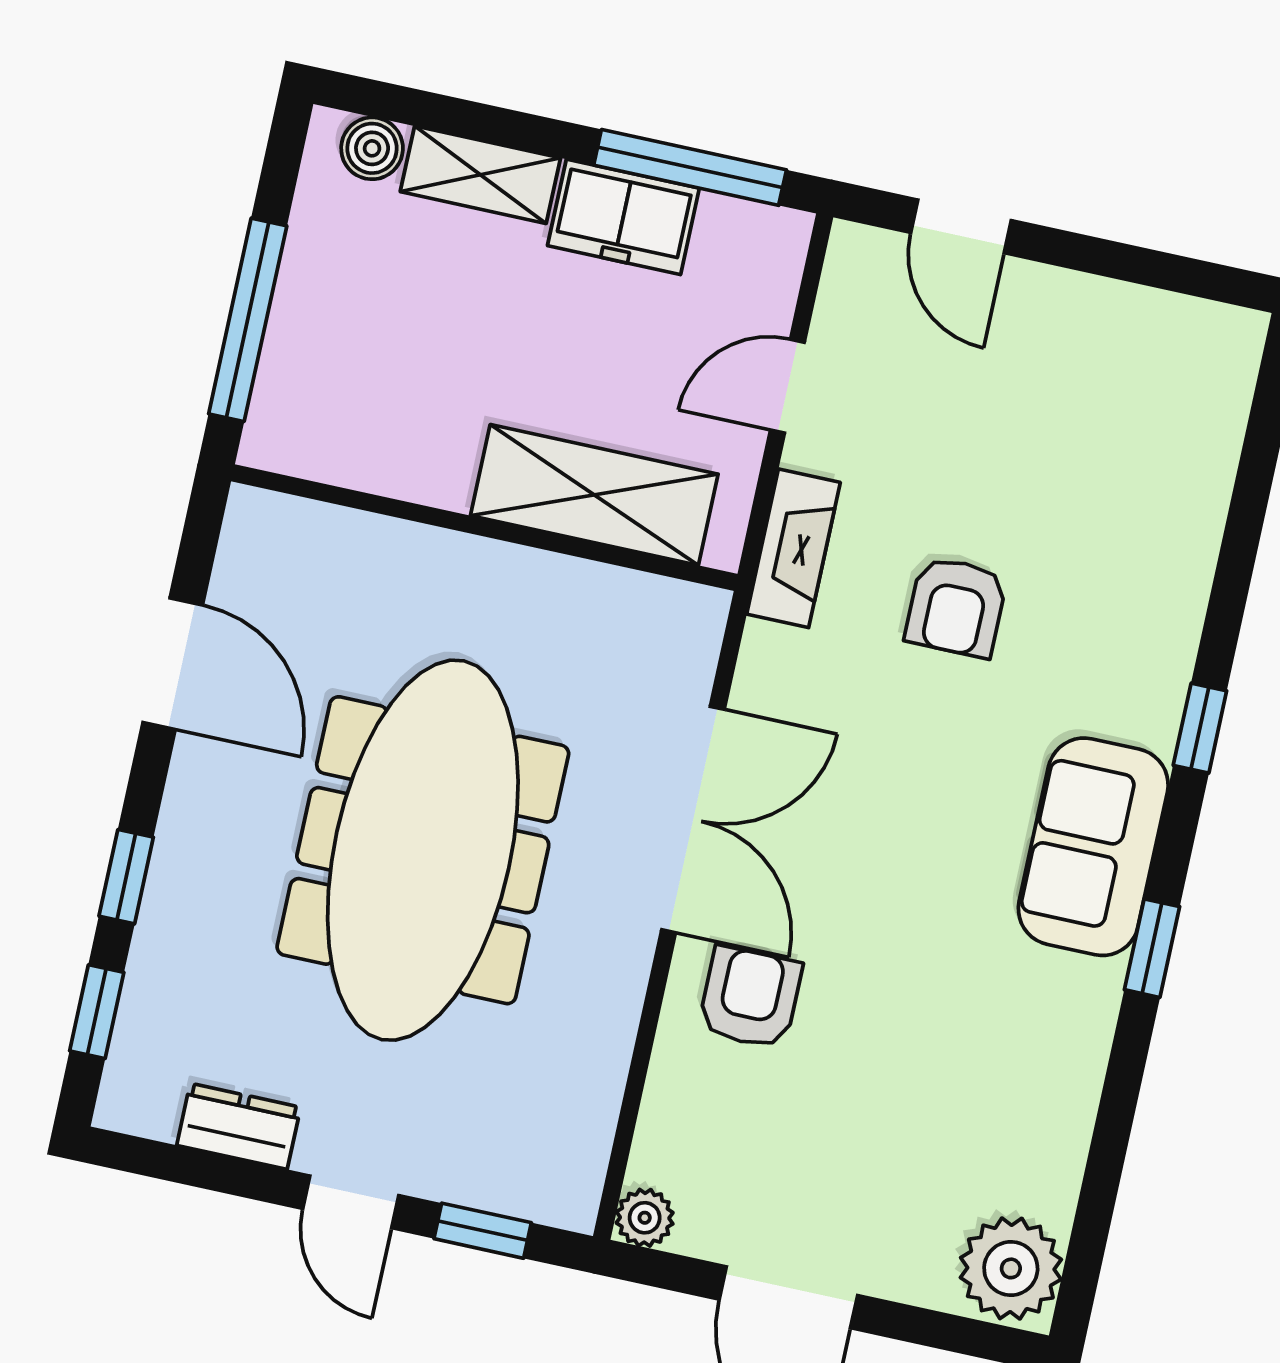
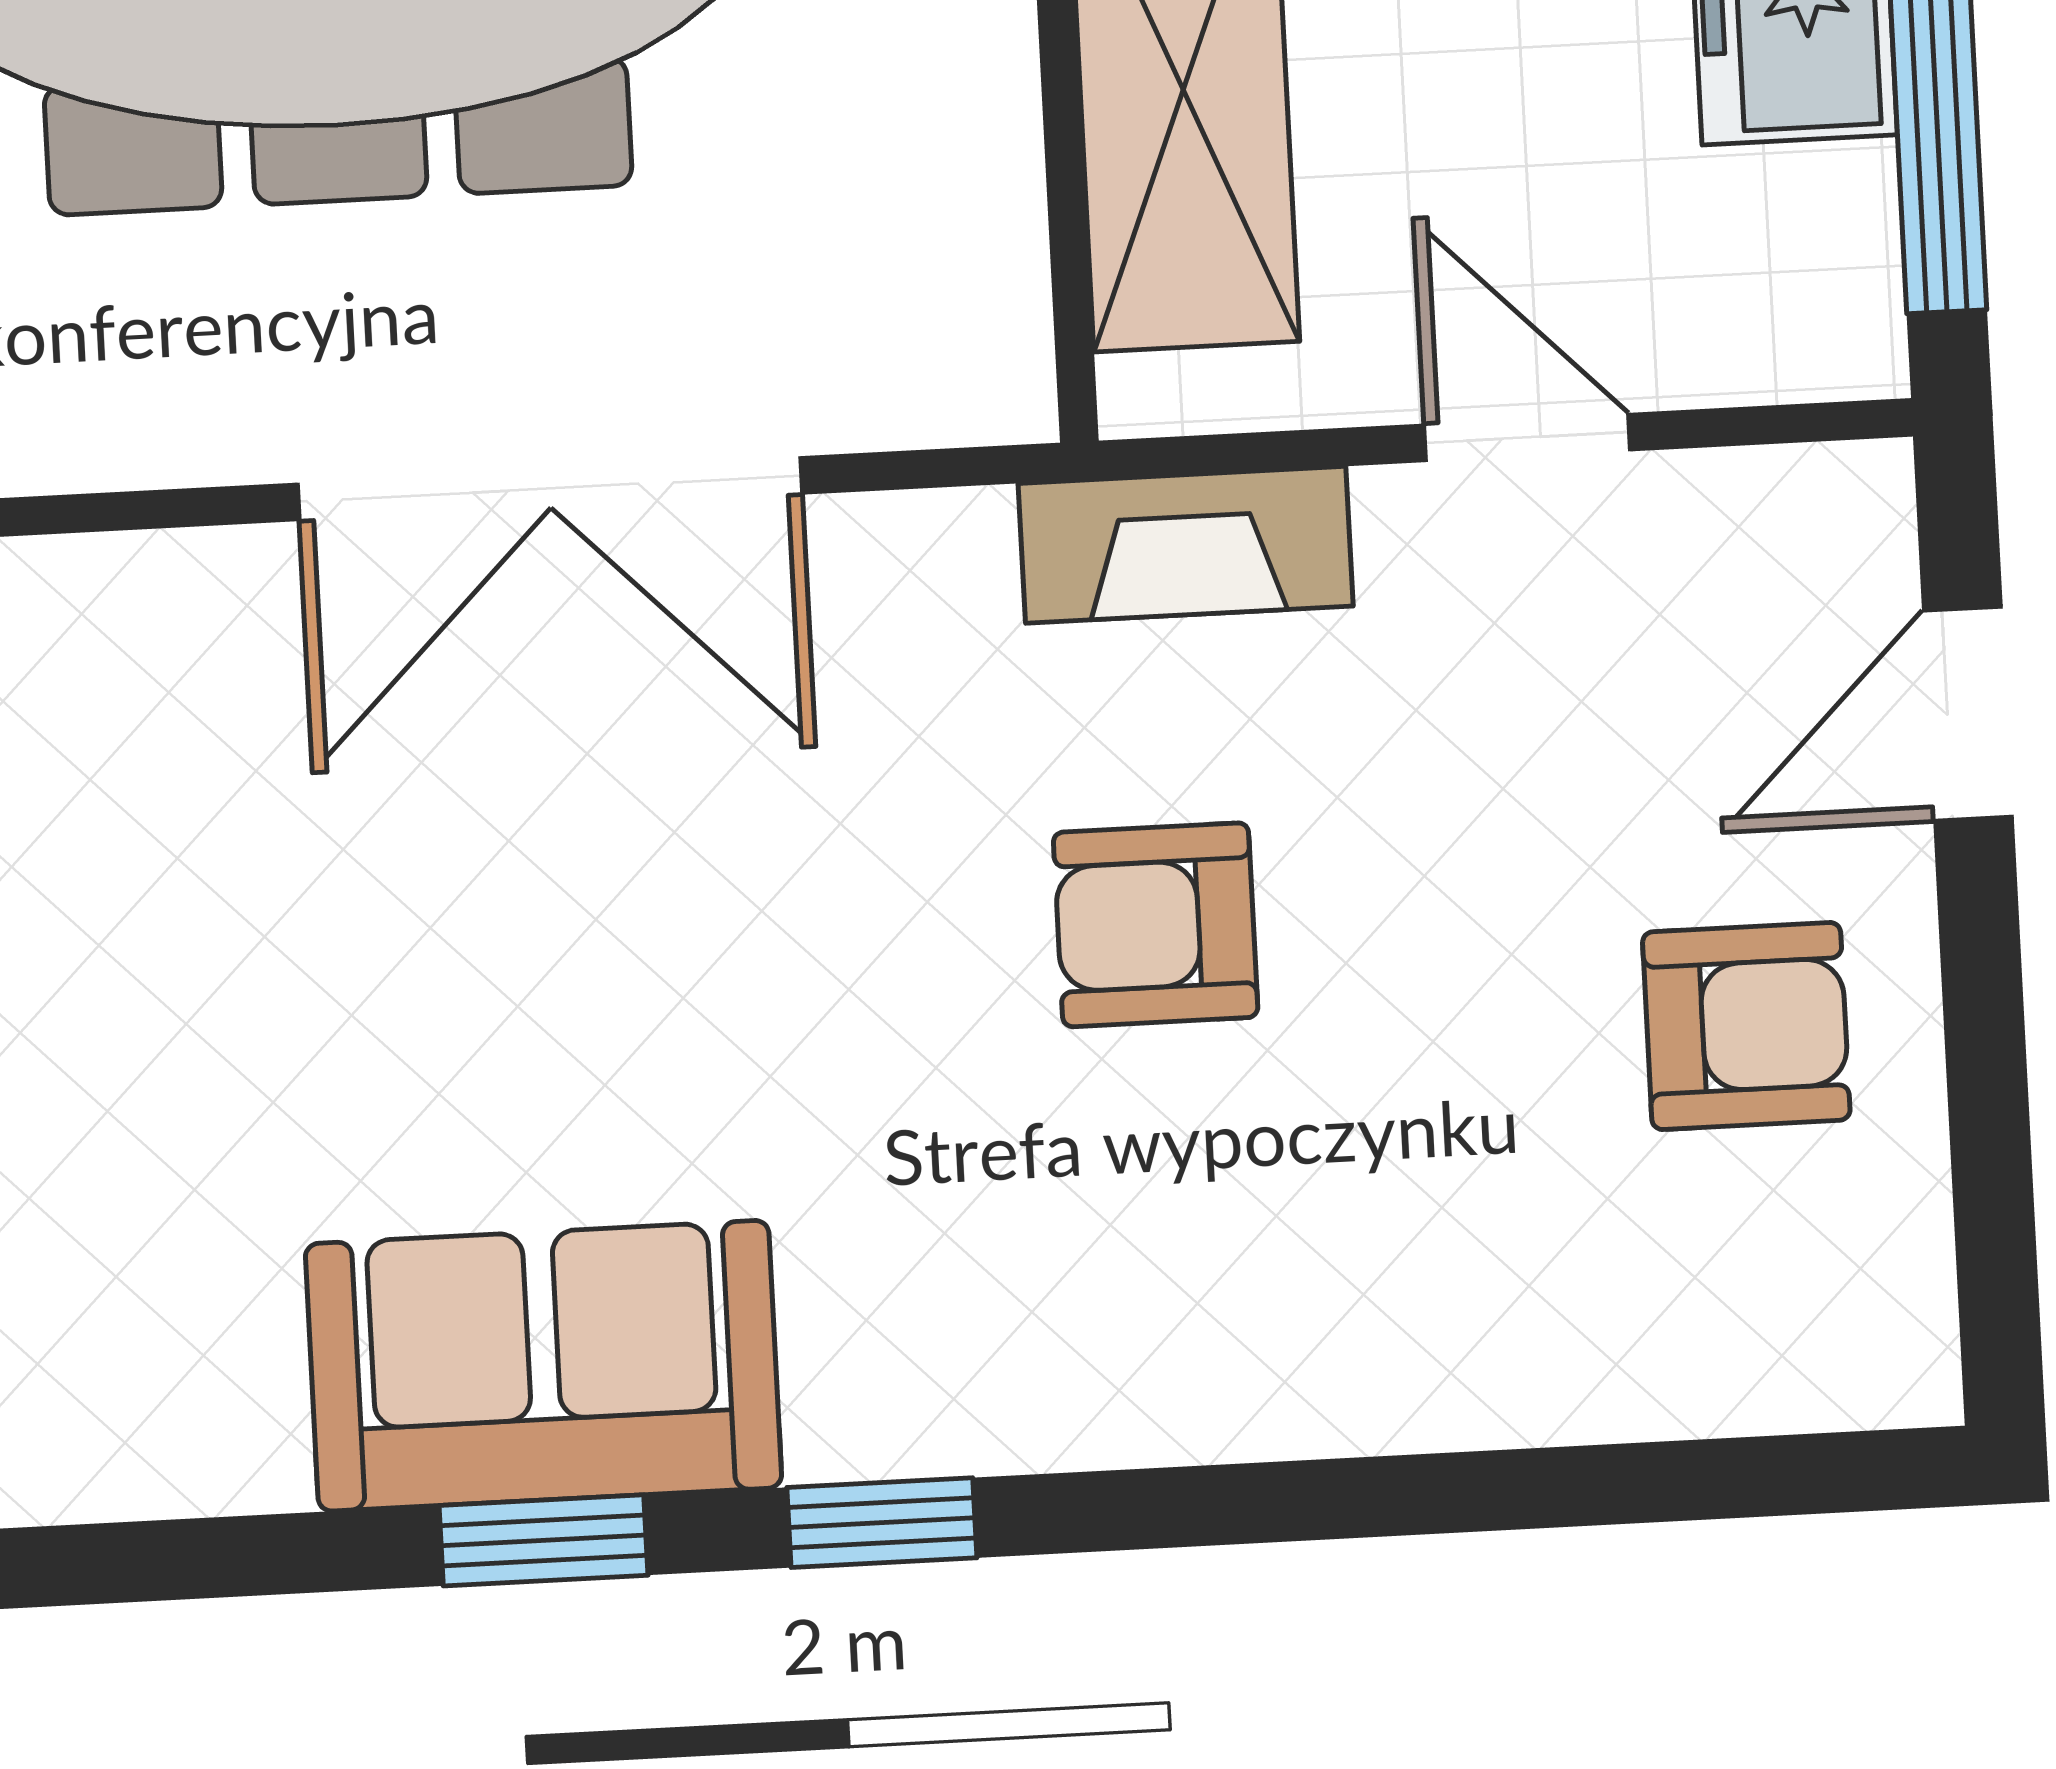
window: (1200, 728) -> (882, 1523), moved
sofa: (1093, 847) -> (544, 1366), moved
armchair: (750, 997) -> (1746, 1026), moved

